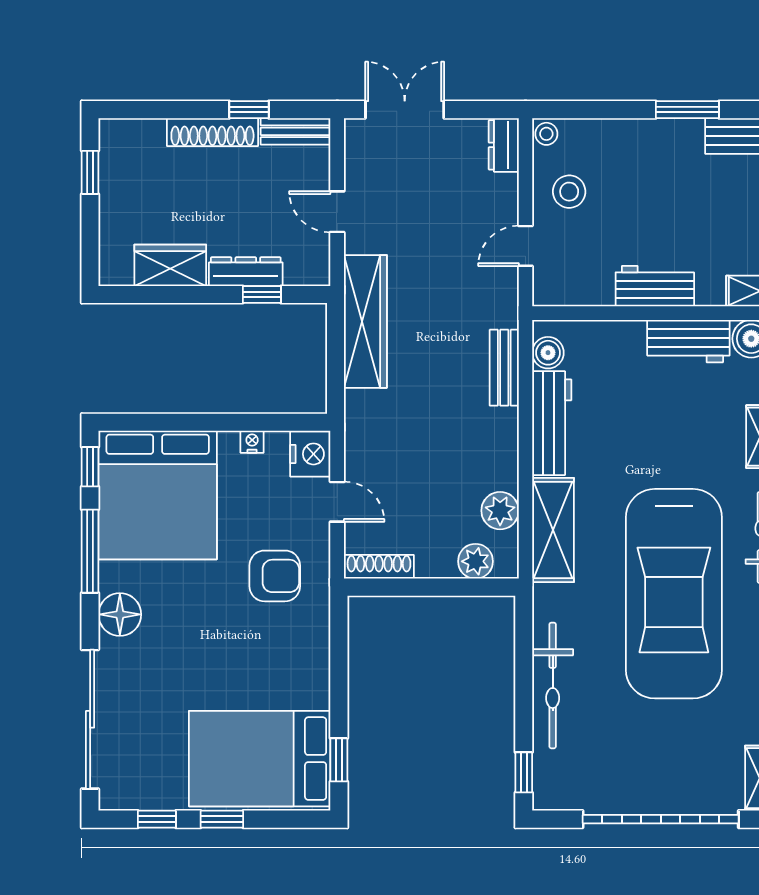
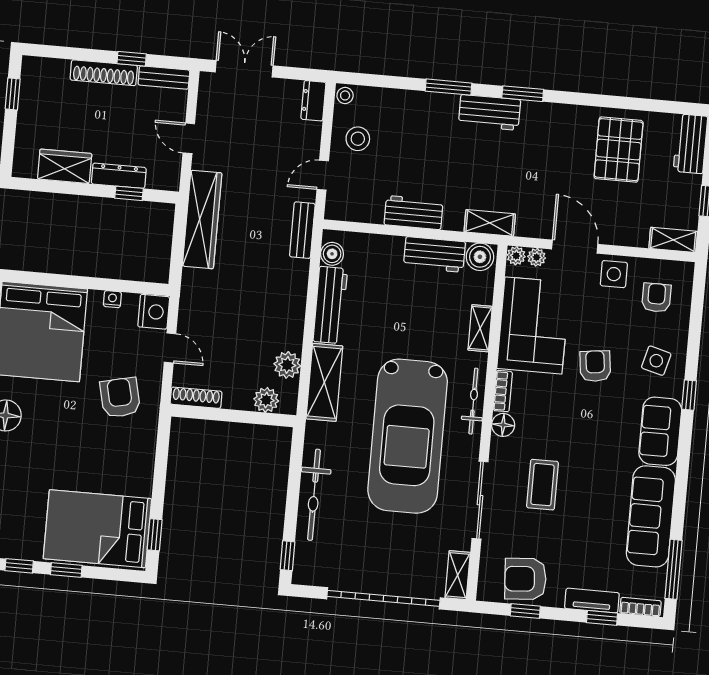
bench: (504, 368) -> (302, 230), moved
armchair: (275, 576) -> (120, 398), turned -103

